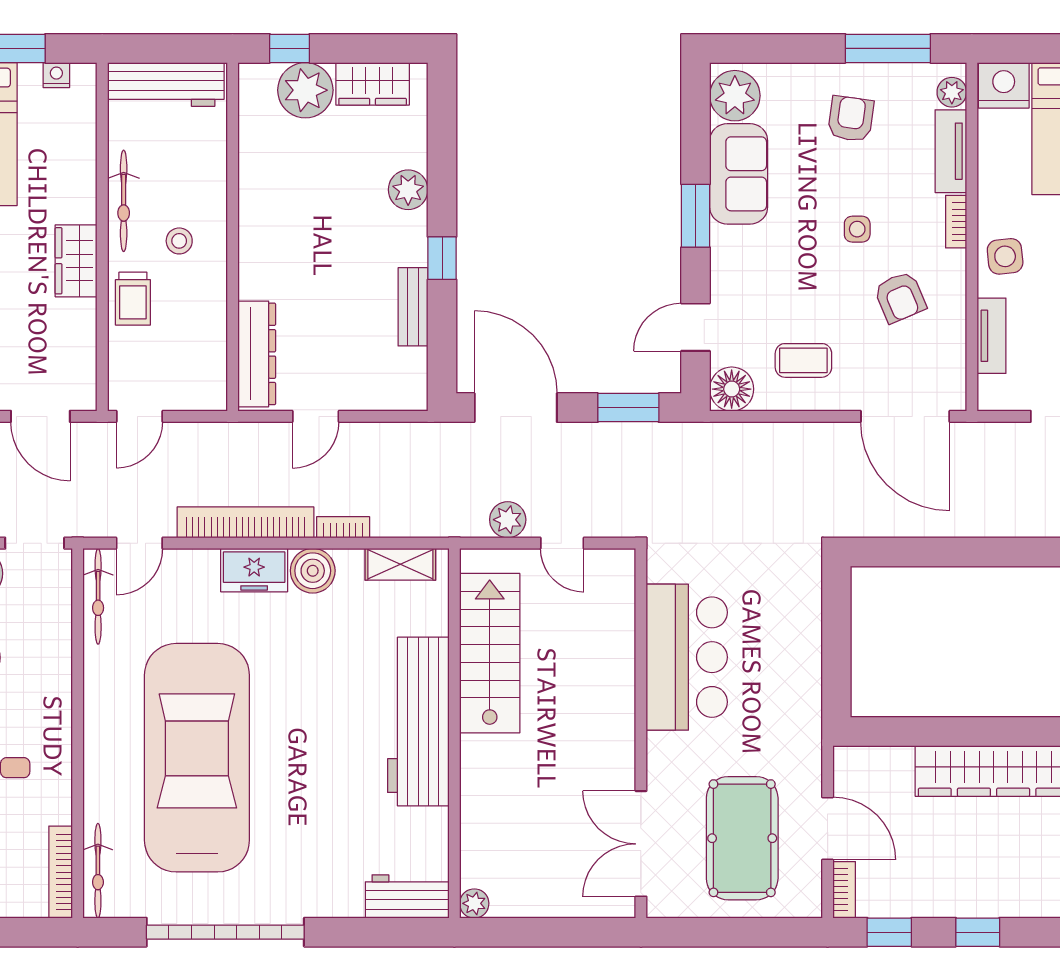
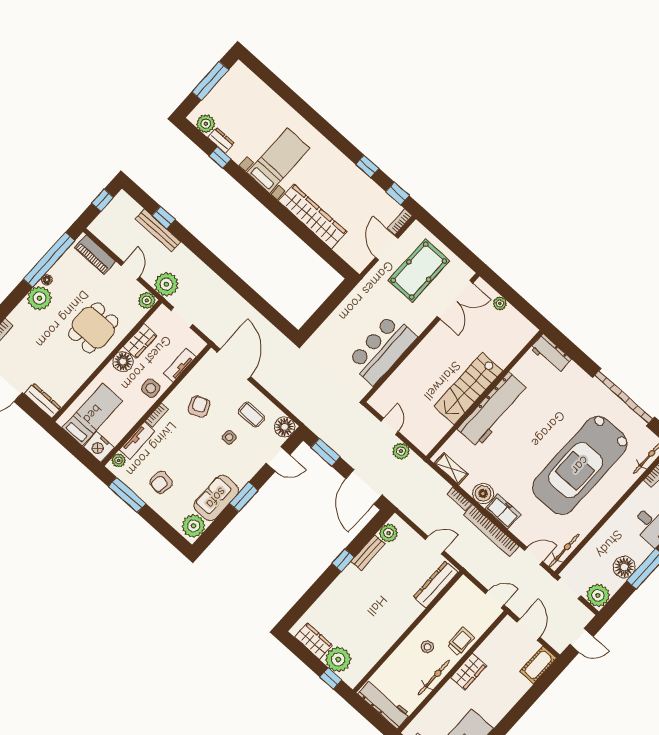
plant: (408, 190) -> (389, 533), moved
side table: (857, 229) -> (229, 437), moved
stairs: (490, 653) -> (468, 389), moved
plant: (474, 903) -> (500, 303), moved

